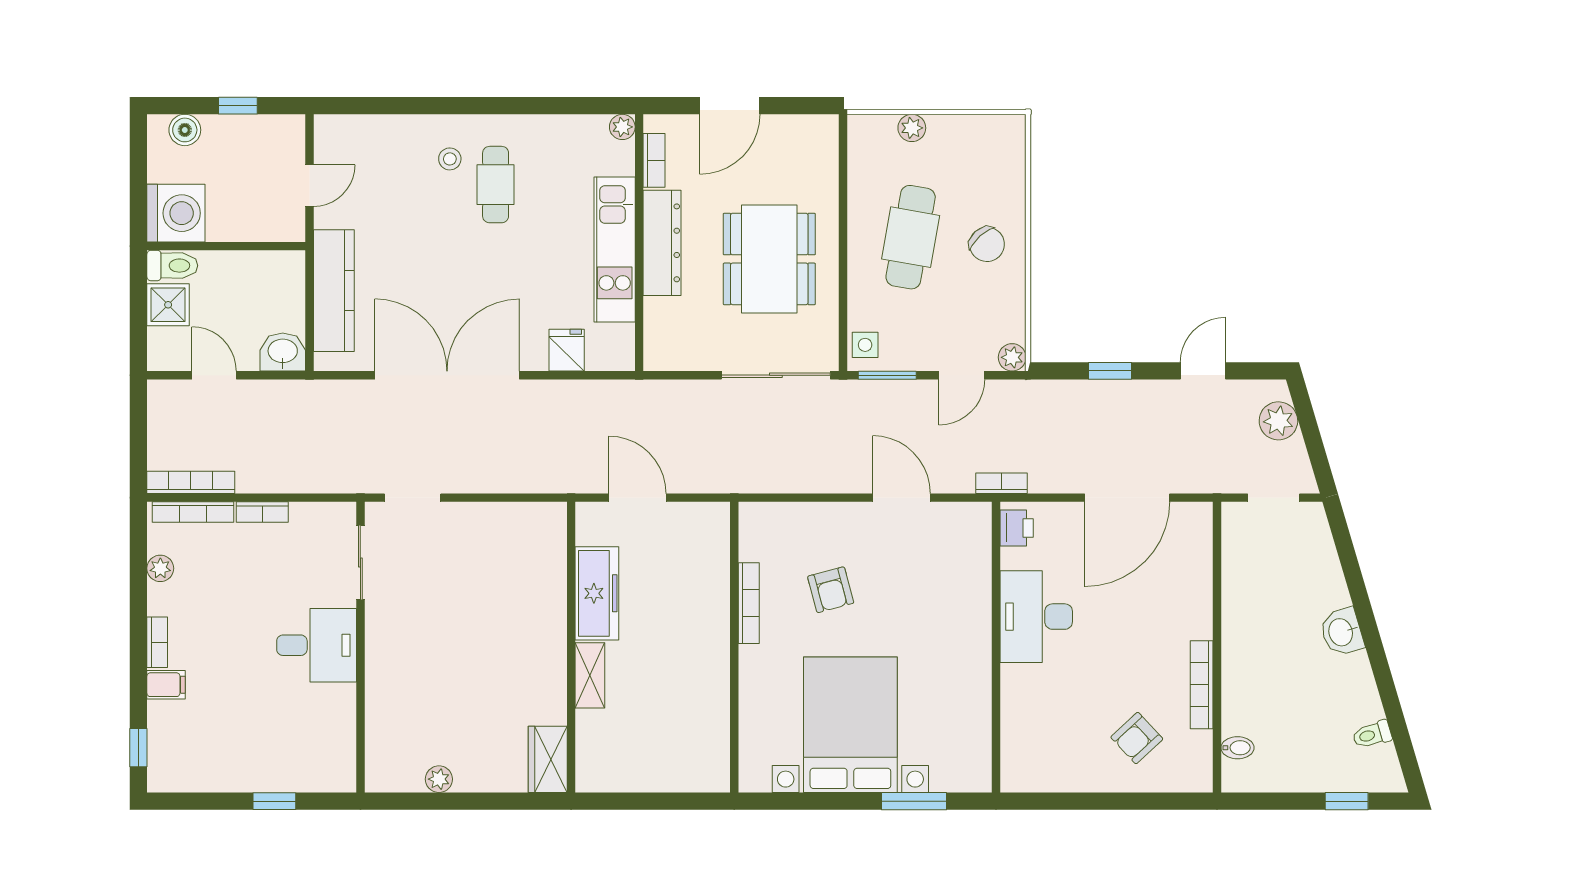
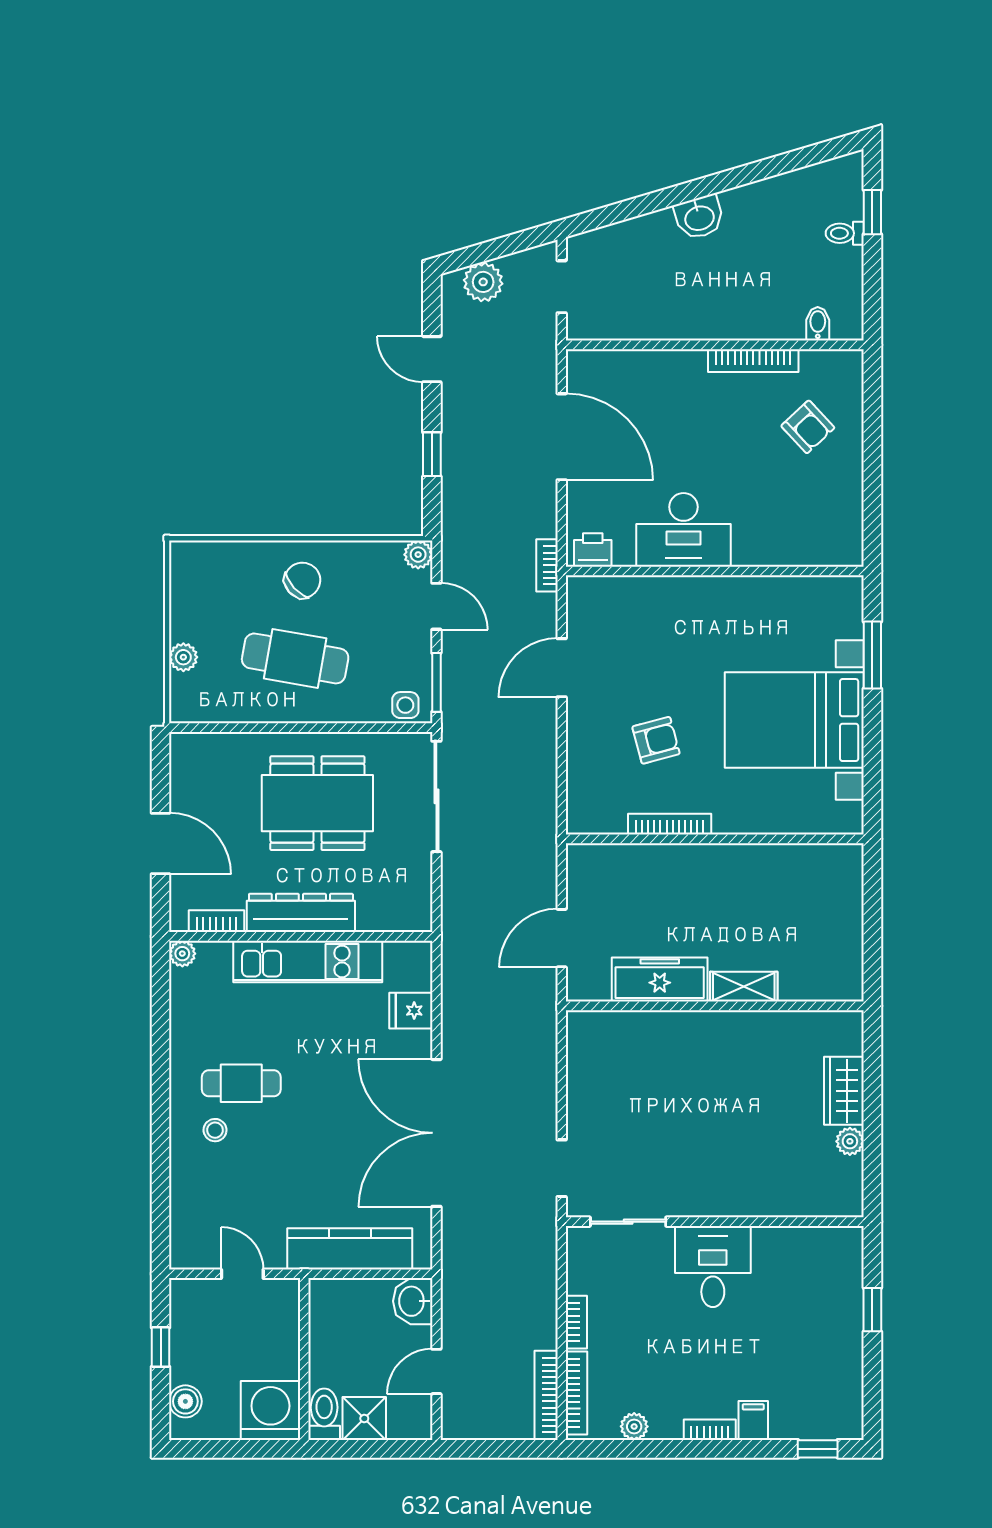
toilet: (1372, 735) -> (845, 233), moved, turned 107
wardrobe: (548, 759) -> (844, 1091), moved, turned 90

